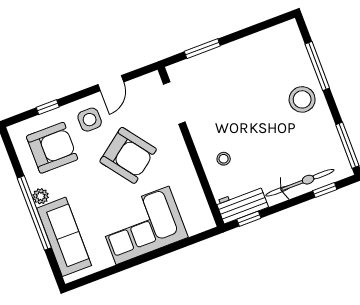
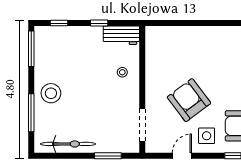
bicycle: (300, 183) -> (68, 144), moved, turned 180
window: (249, 219) -> (99, 23), moved
corner sofa: (143, 225) -> (197, 47), removed

